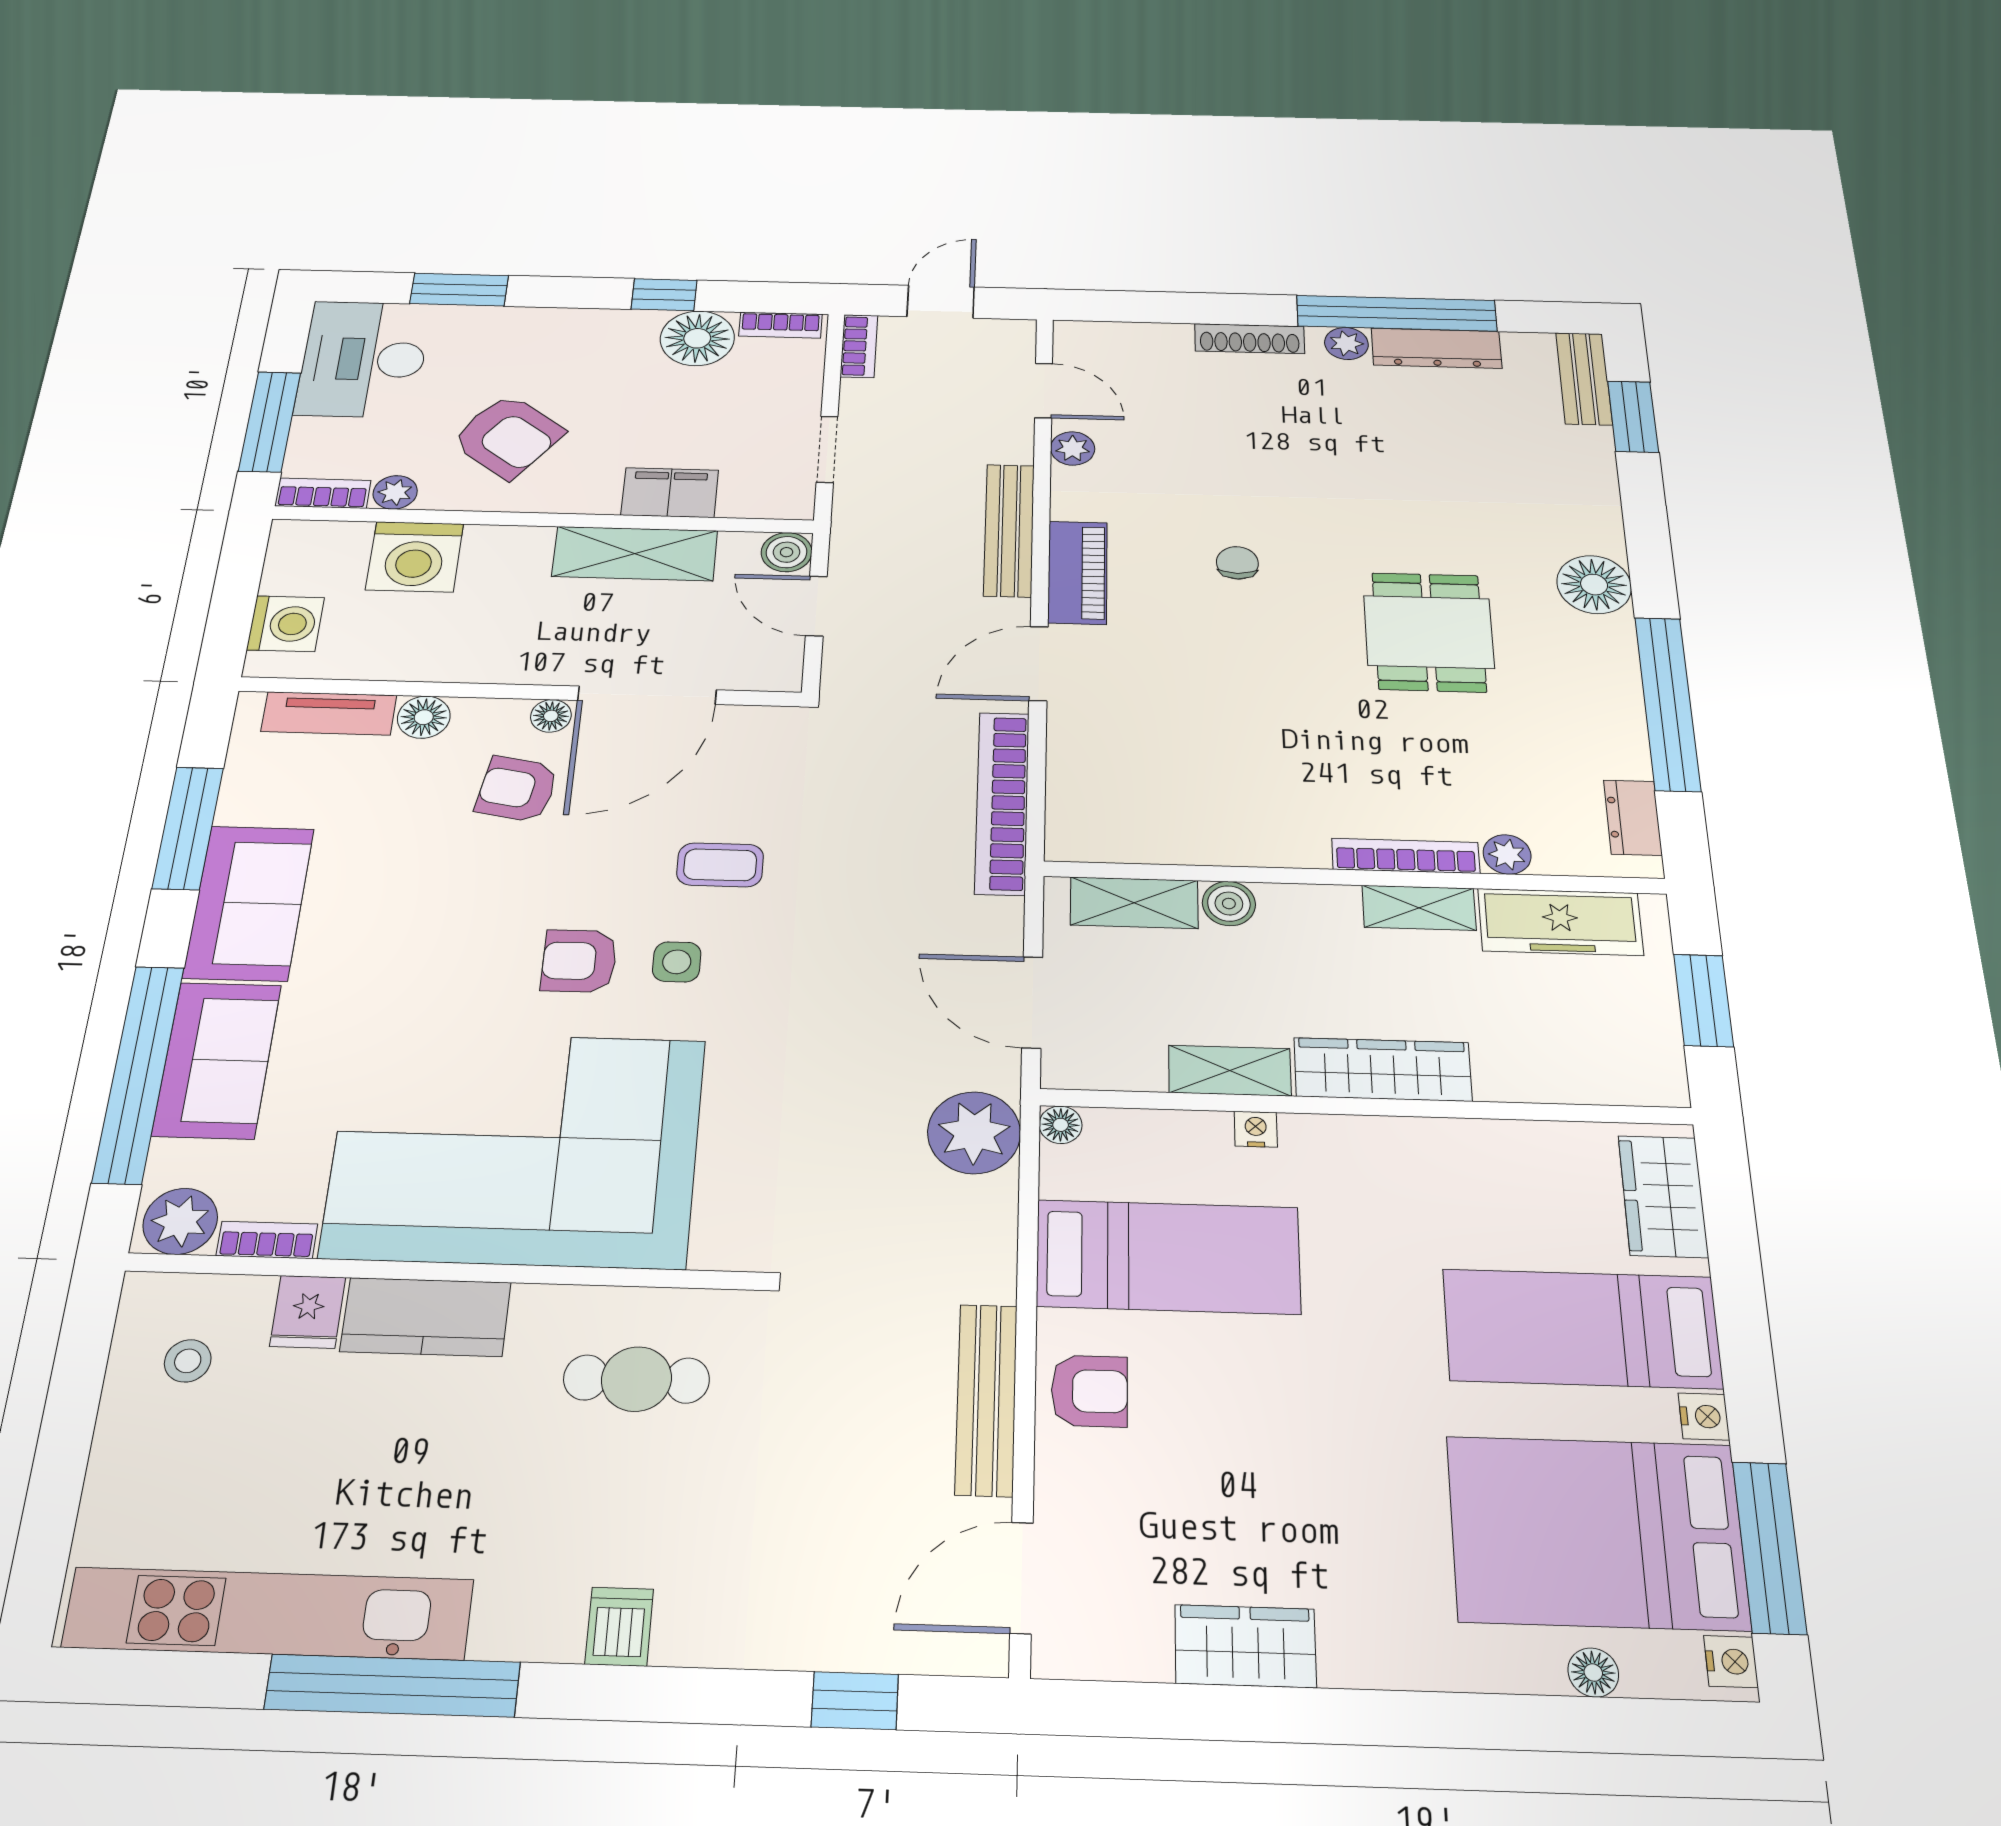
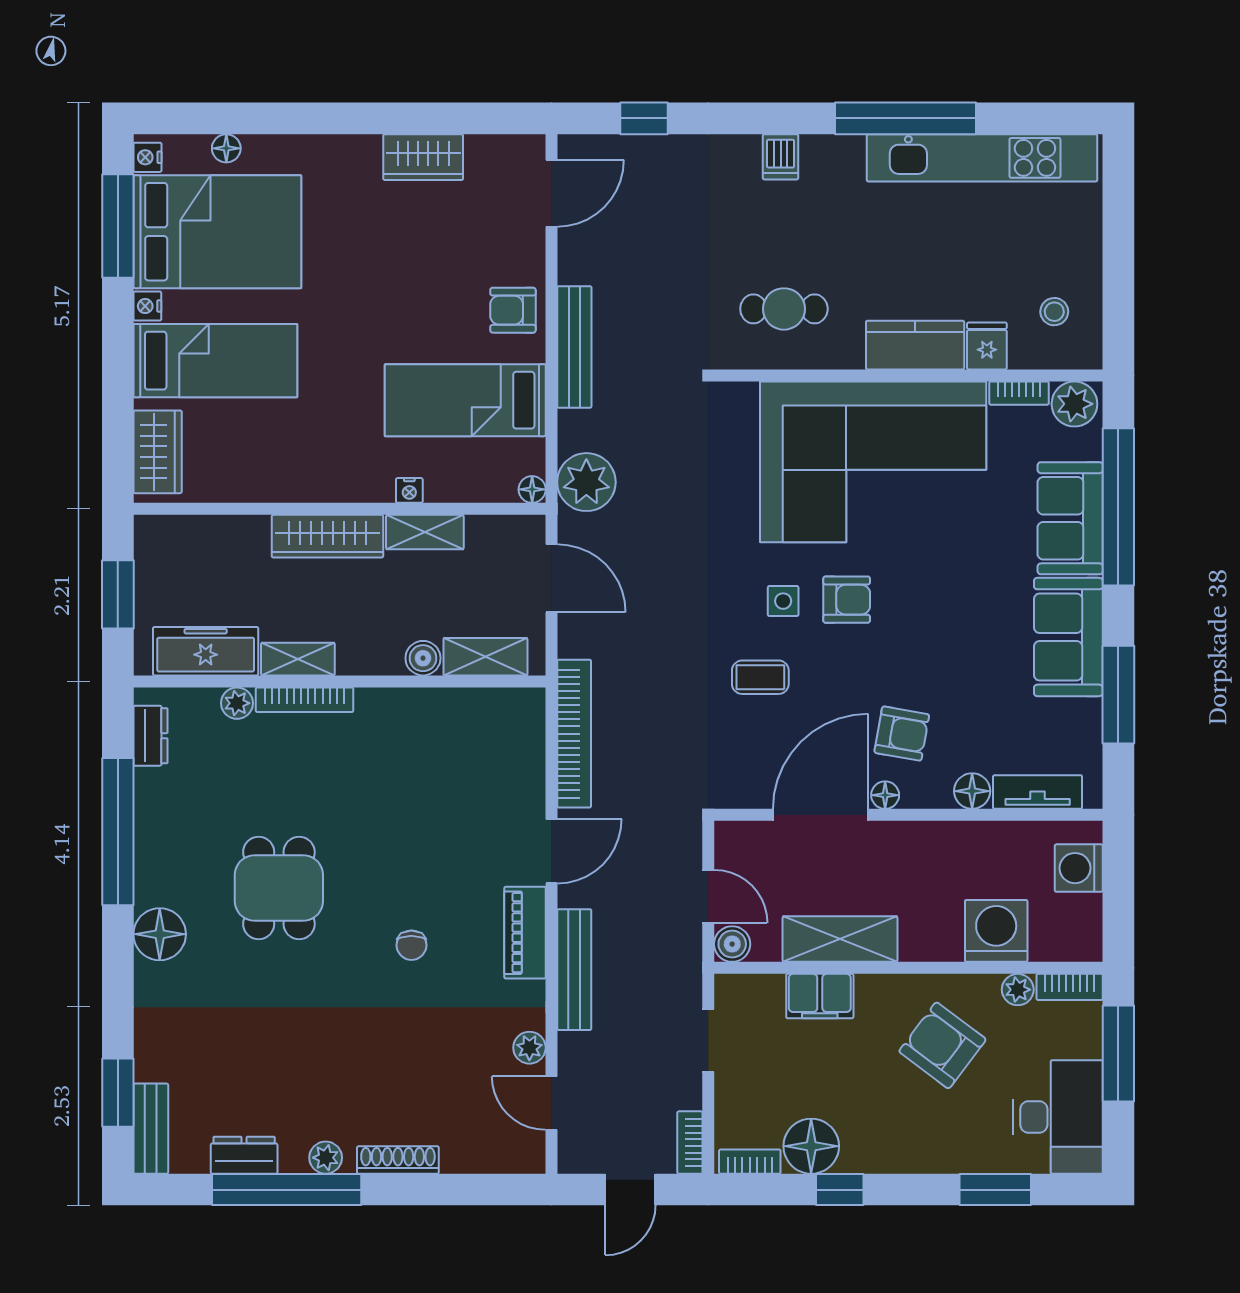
dresser: (1436, 348) -> (244, 1155), width x0.70
bench: (986, 1399) -> (574, 347), moved

